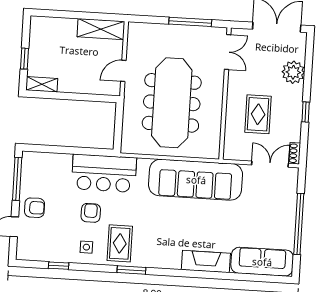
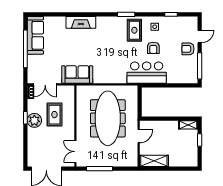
plant: (293, 72) -> (34, 120), moved
sofa: (196, 180) -> (77, 75), width x0.54, depth x0.79
sofa: (262, 262) -> (35, 35), moved, turned -90

